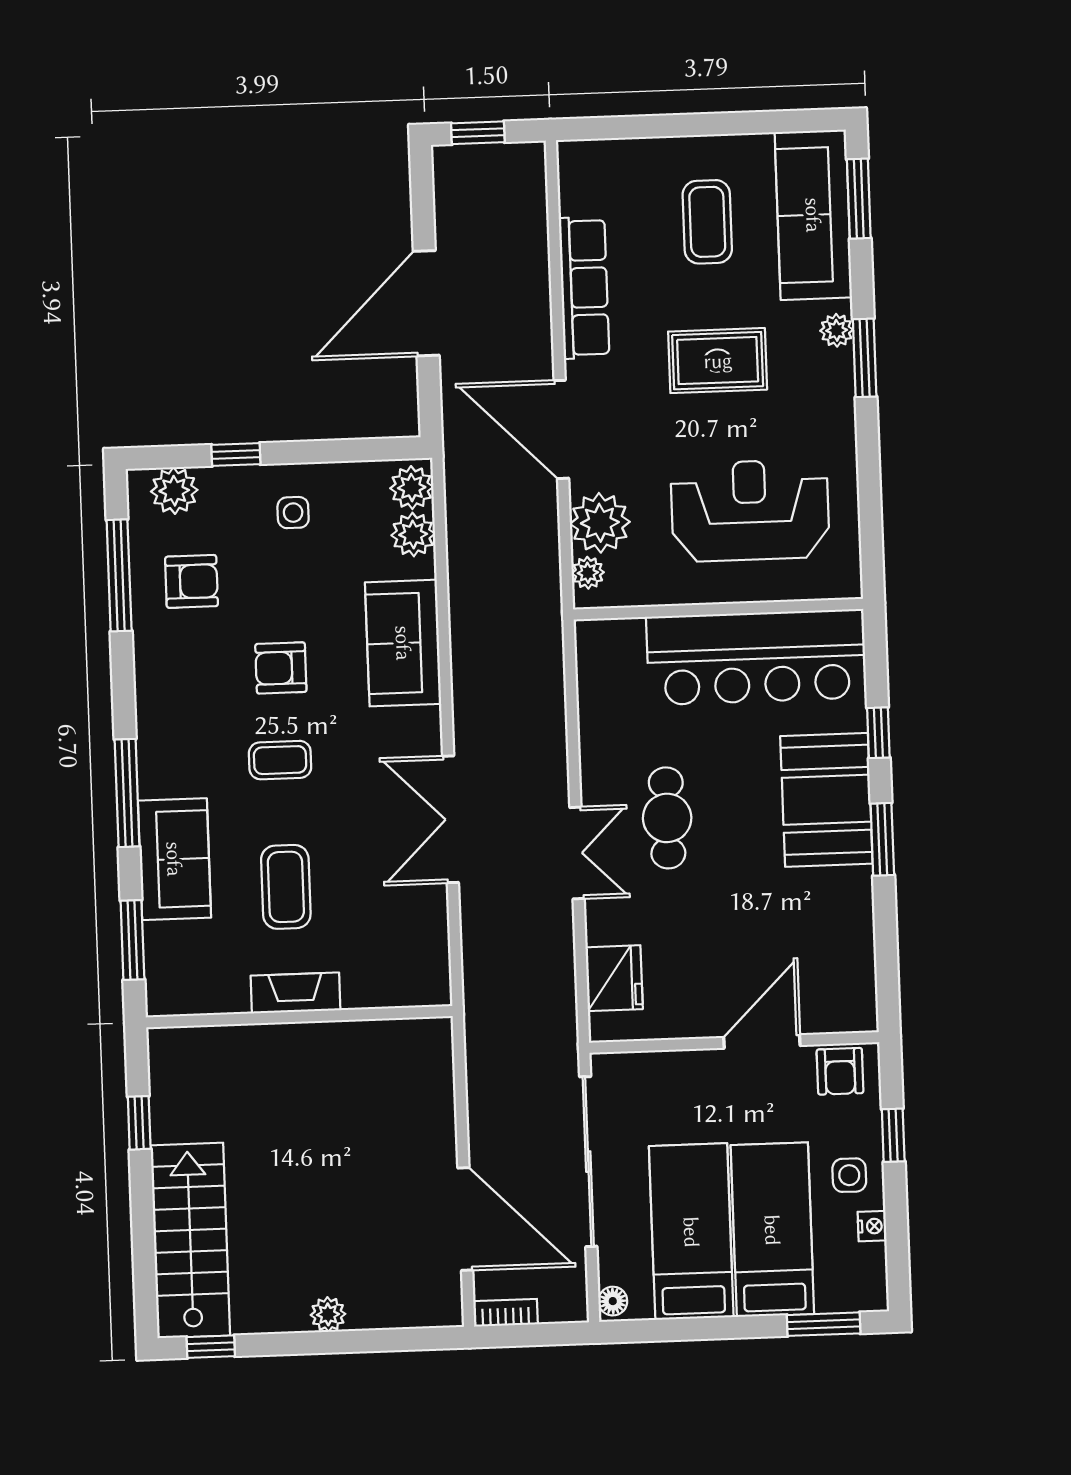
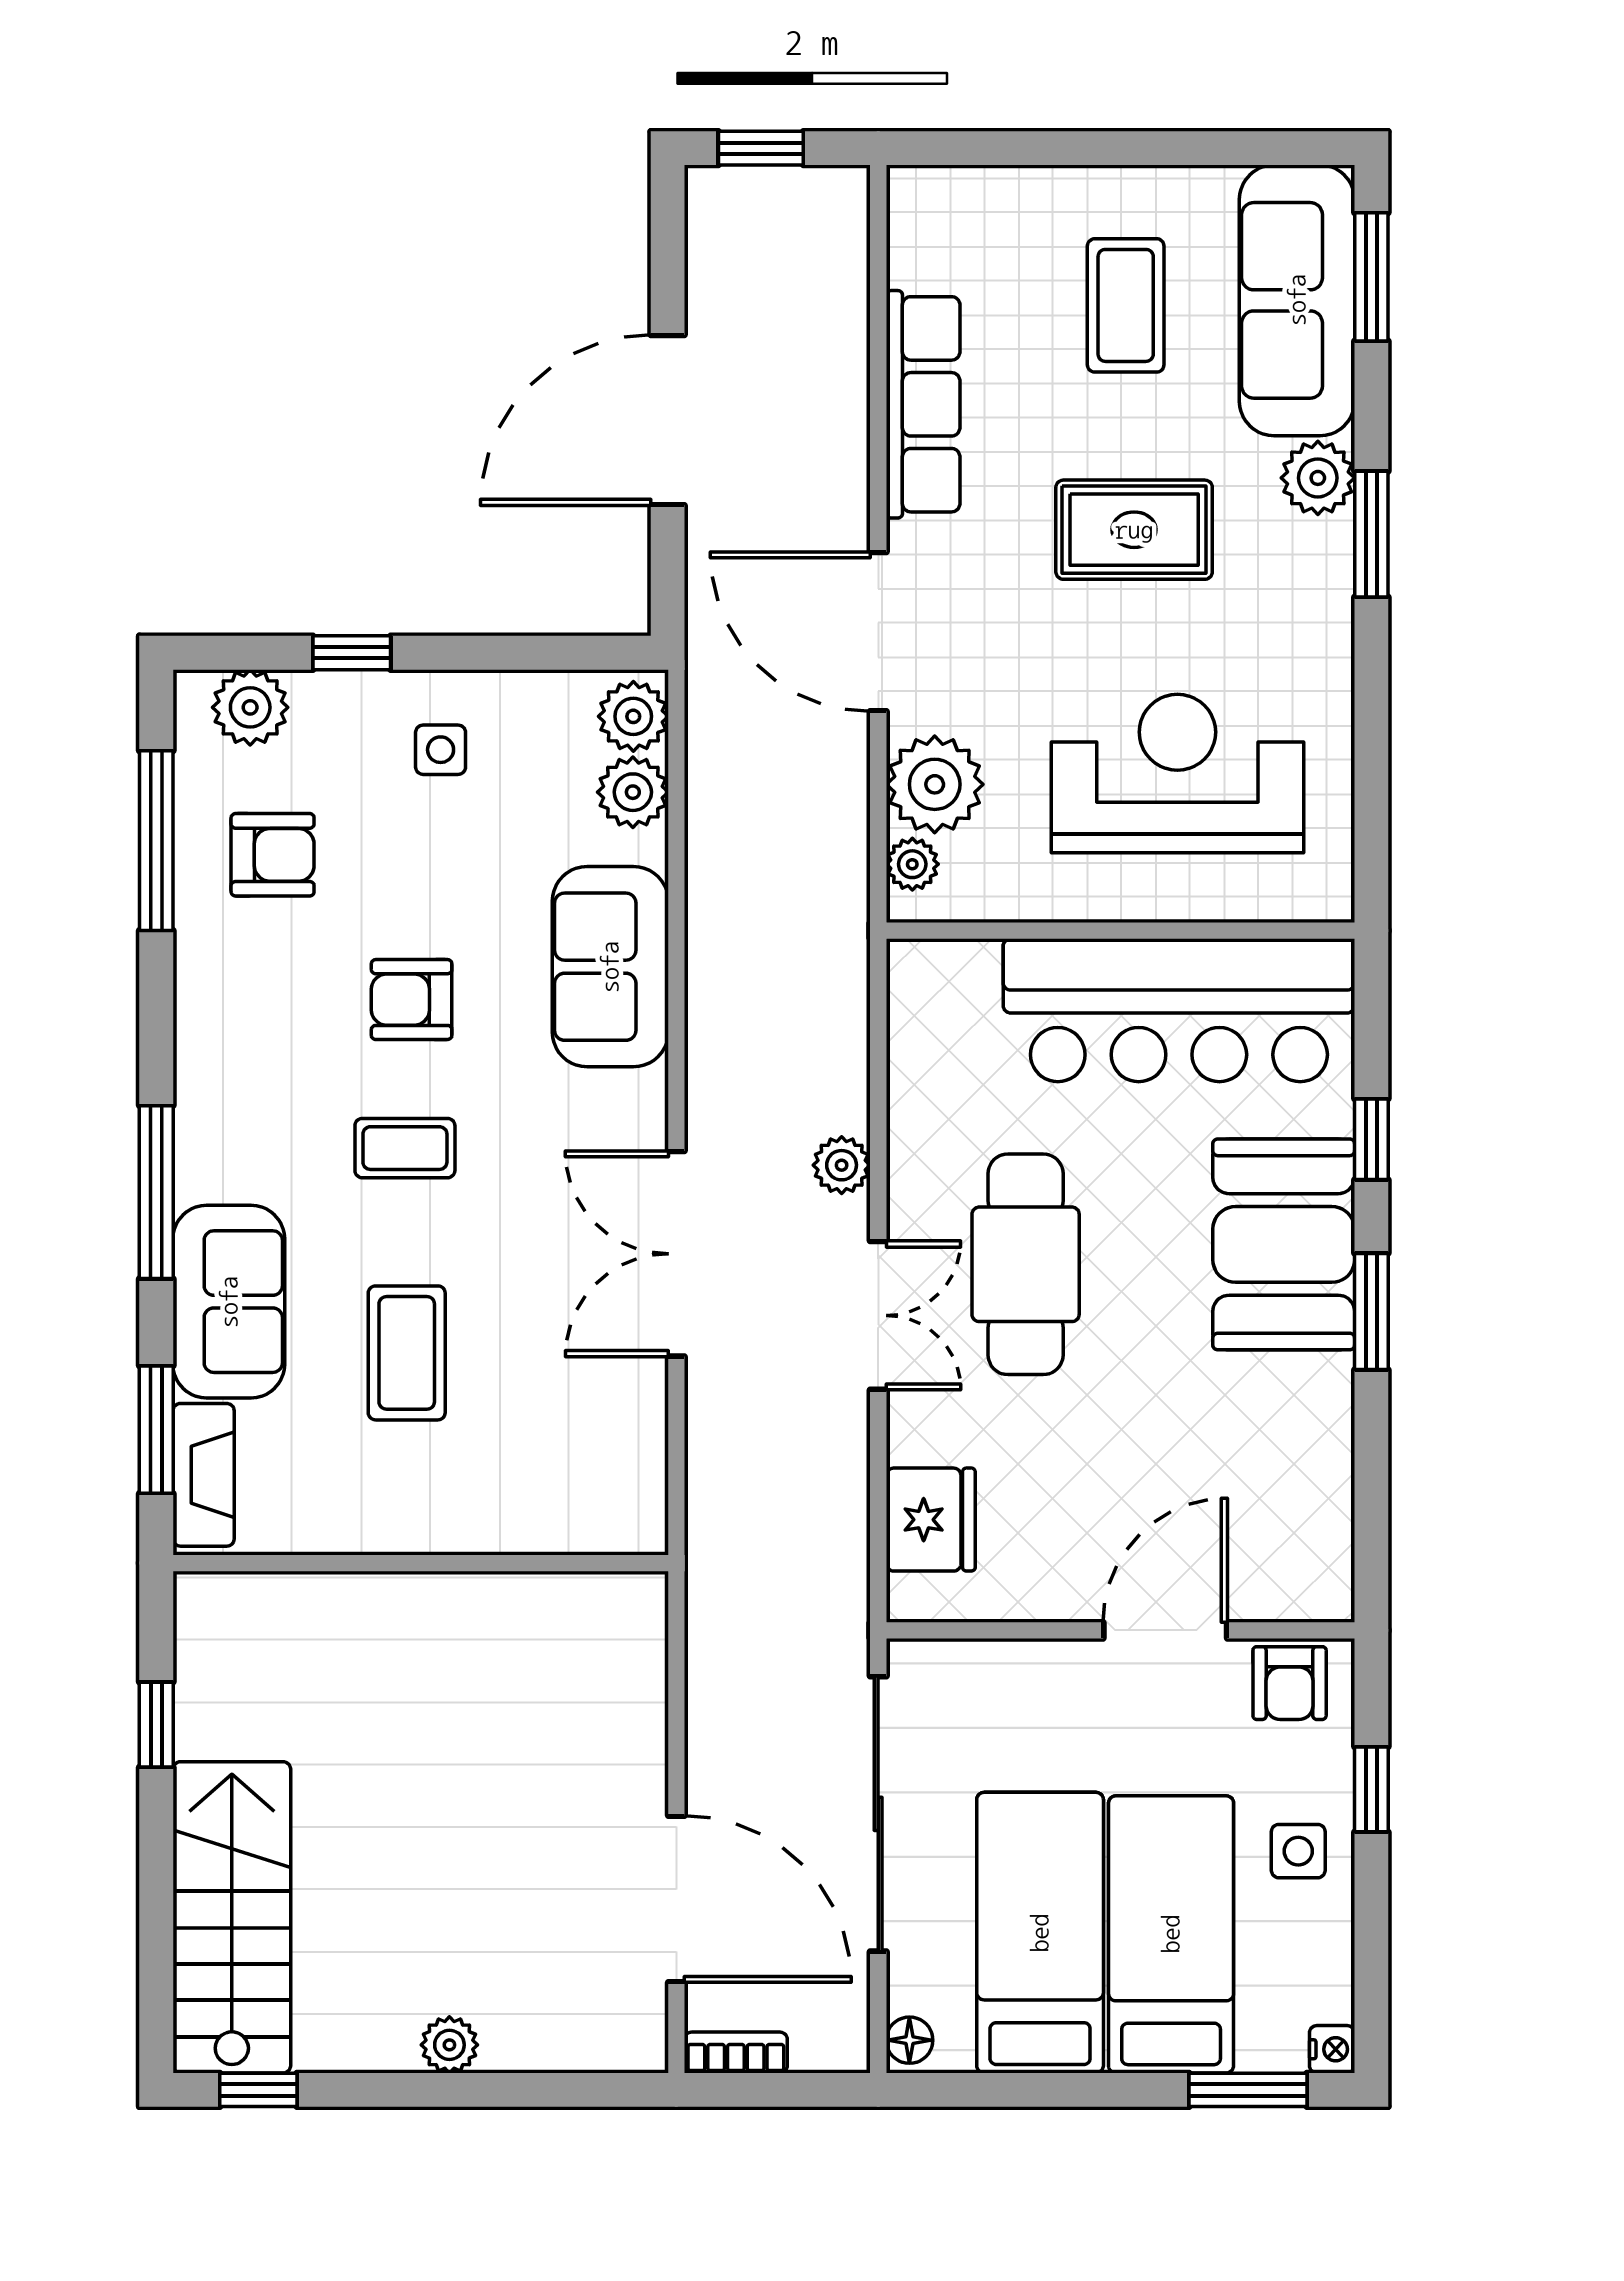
plant: (837, 330) -> (1318, 478), width x1.38, depth x1.38
plant: (551, 761) -> (842, 1165), added
cafe table: (667, 818) -> (1026, 1264), width x1.37, depth x1.35
fireplace: (295, 993) -> (204, 1475), moved, turned 90
nightstand: (872, 1226) -> (1332, 2049), moved

